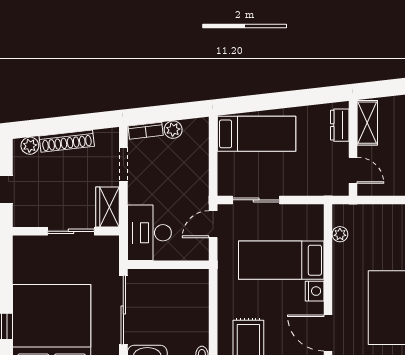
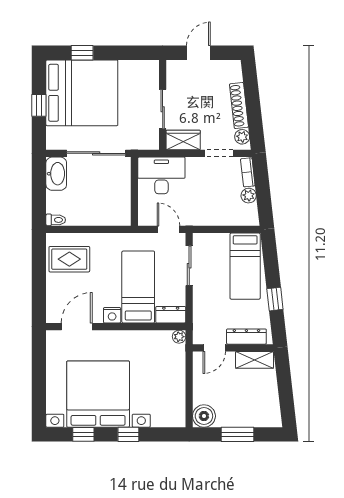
window: (295, 99) -> (275, 299), added
dresser: (340, 125) -> (246, 337), width x1.44
plant: (30, 146) -> (242, 137), moved
dresser: (314, 222) -> (171, 315), added
plant: (340, 234) -> (179, 337), moved

